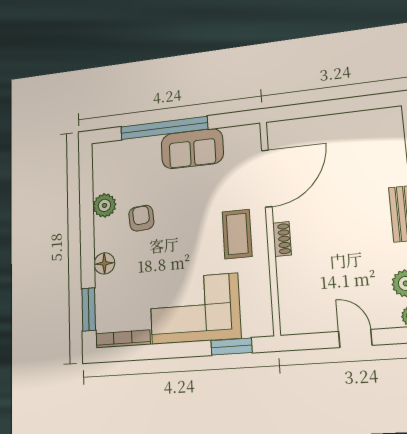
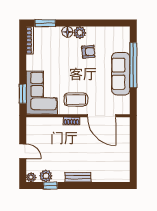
sofa: (192, 149) -> (121, 74), width x1.36
plant: (104, 205) -> (80, 33), moved
corner sofa: (195, 309) -> (42, 93), moved
door: (355, 338) -> (23, 151), hinge flipped

